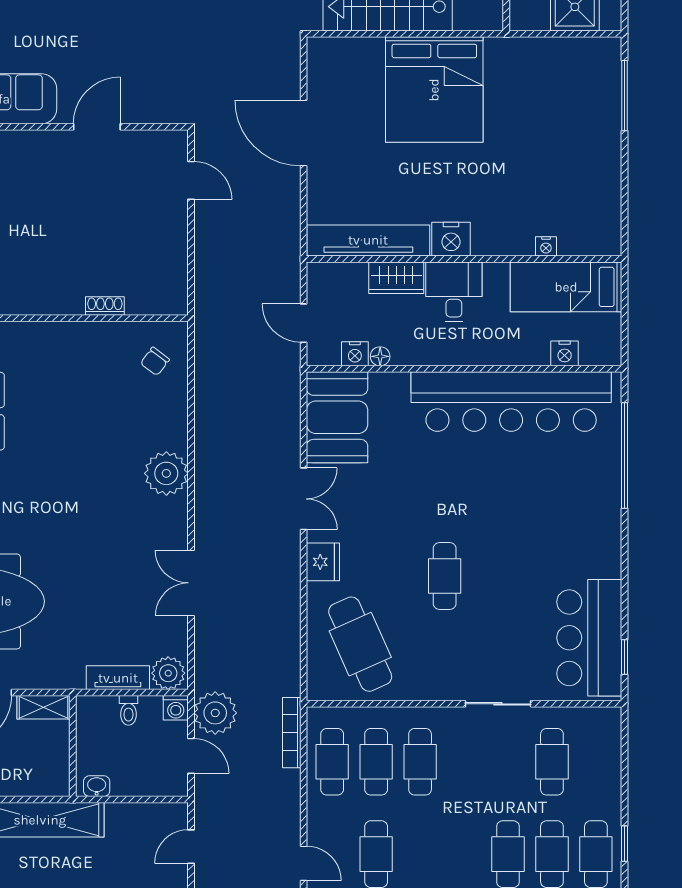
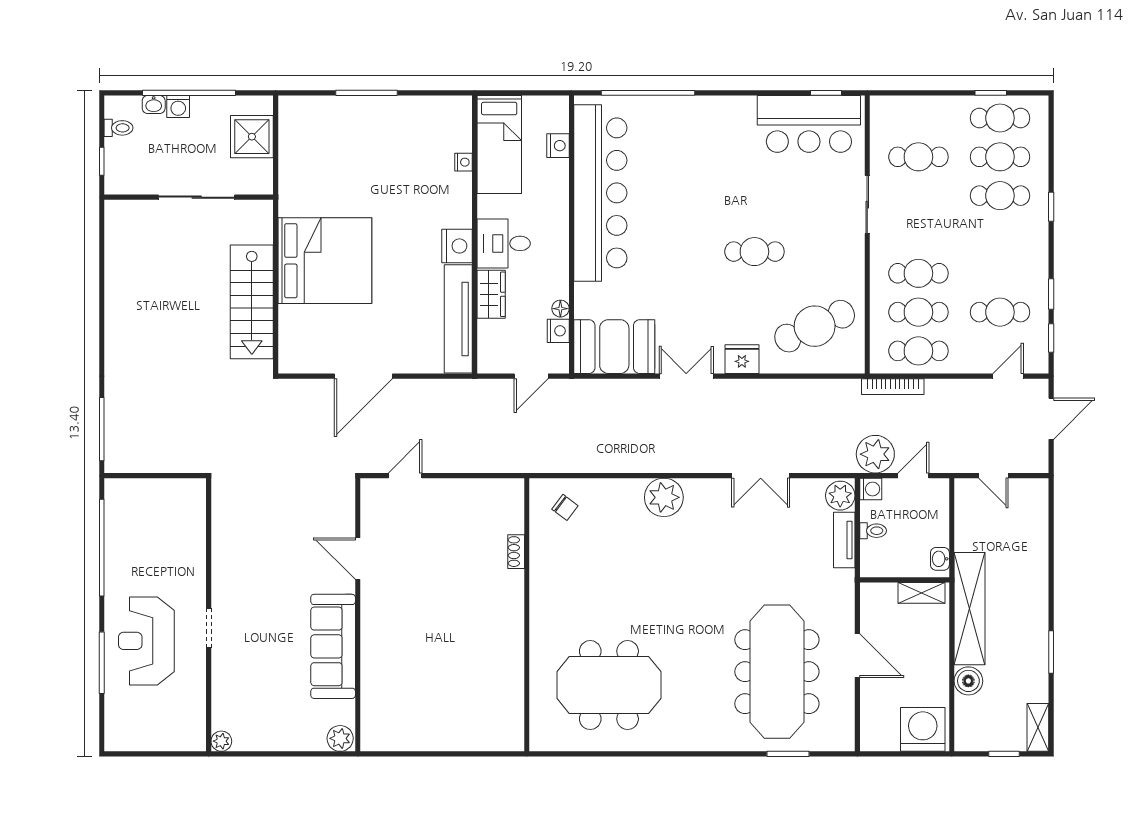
window: (624, 96) -> (367, 93), moved
shelving: (43, 707) -> (922, 593), moved, turned 90

